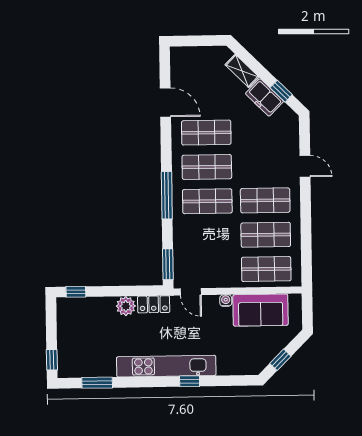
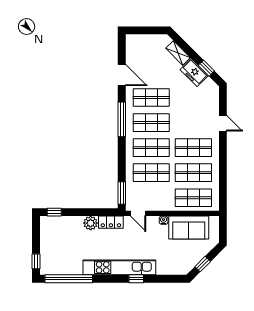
window: (167, 195) -> (122, 119), moved
shop shelf: (208, 236) -> (151, 173), added
window: (97, 383) -> (69, 279), width x2.11

